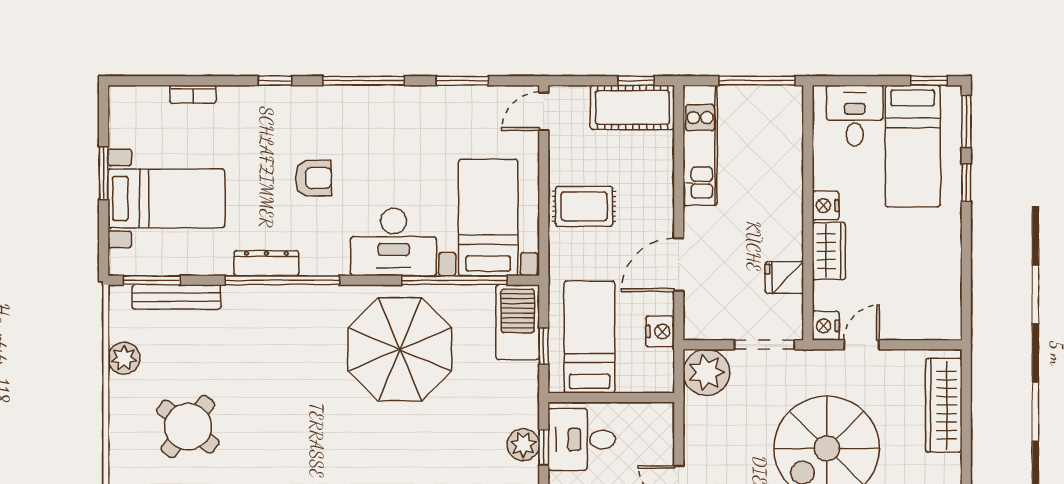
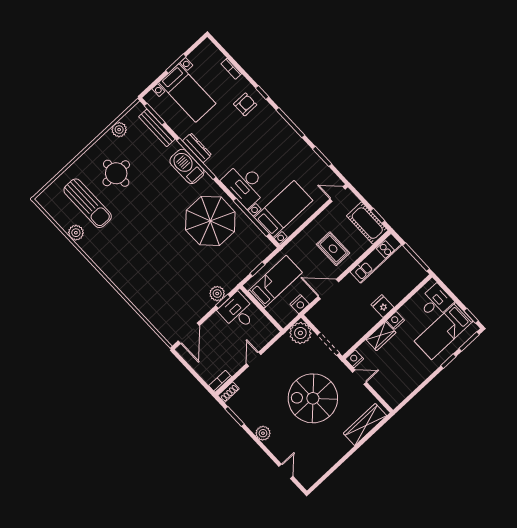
armchair: (313, 178) -> (245, 104), moved, turned -90
rug: (584, 206) -> (333, 249), moved
fridge: (784, 277) -> (382, 306), moved
barbecue: (518, 322) -> (187, 166), moved, turned -90
round table: (188, 427) -> (116, 173), turned -38

